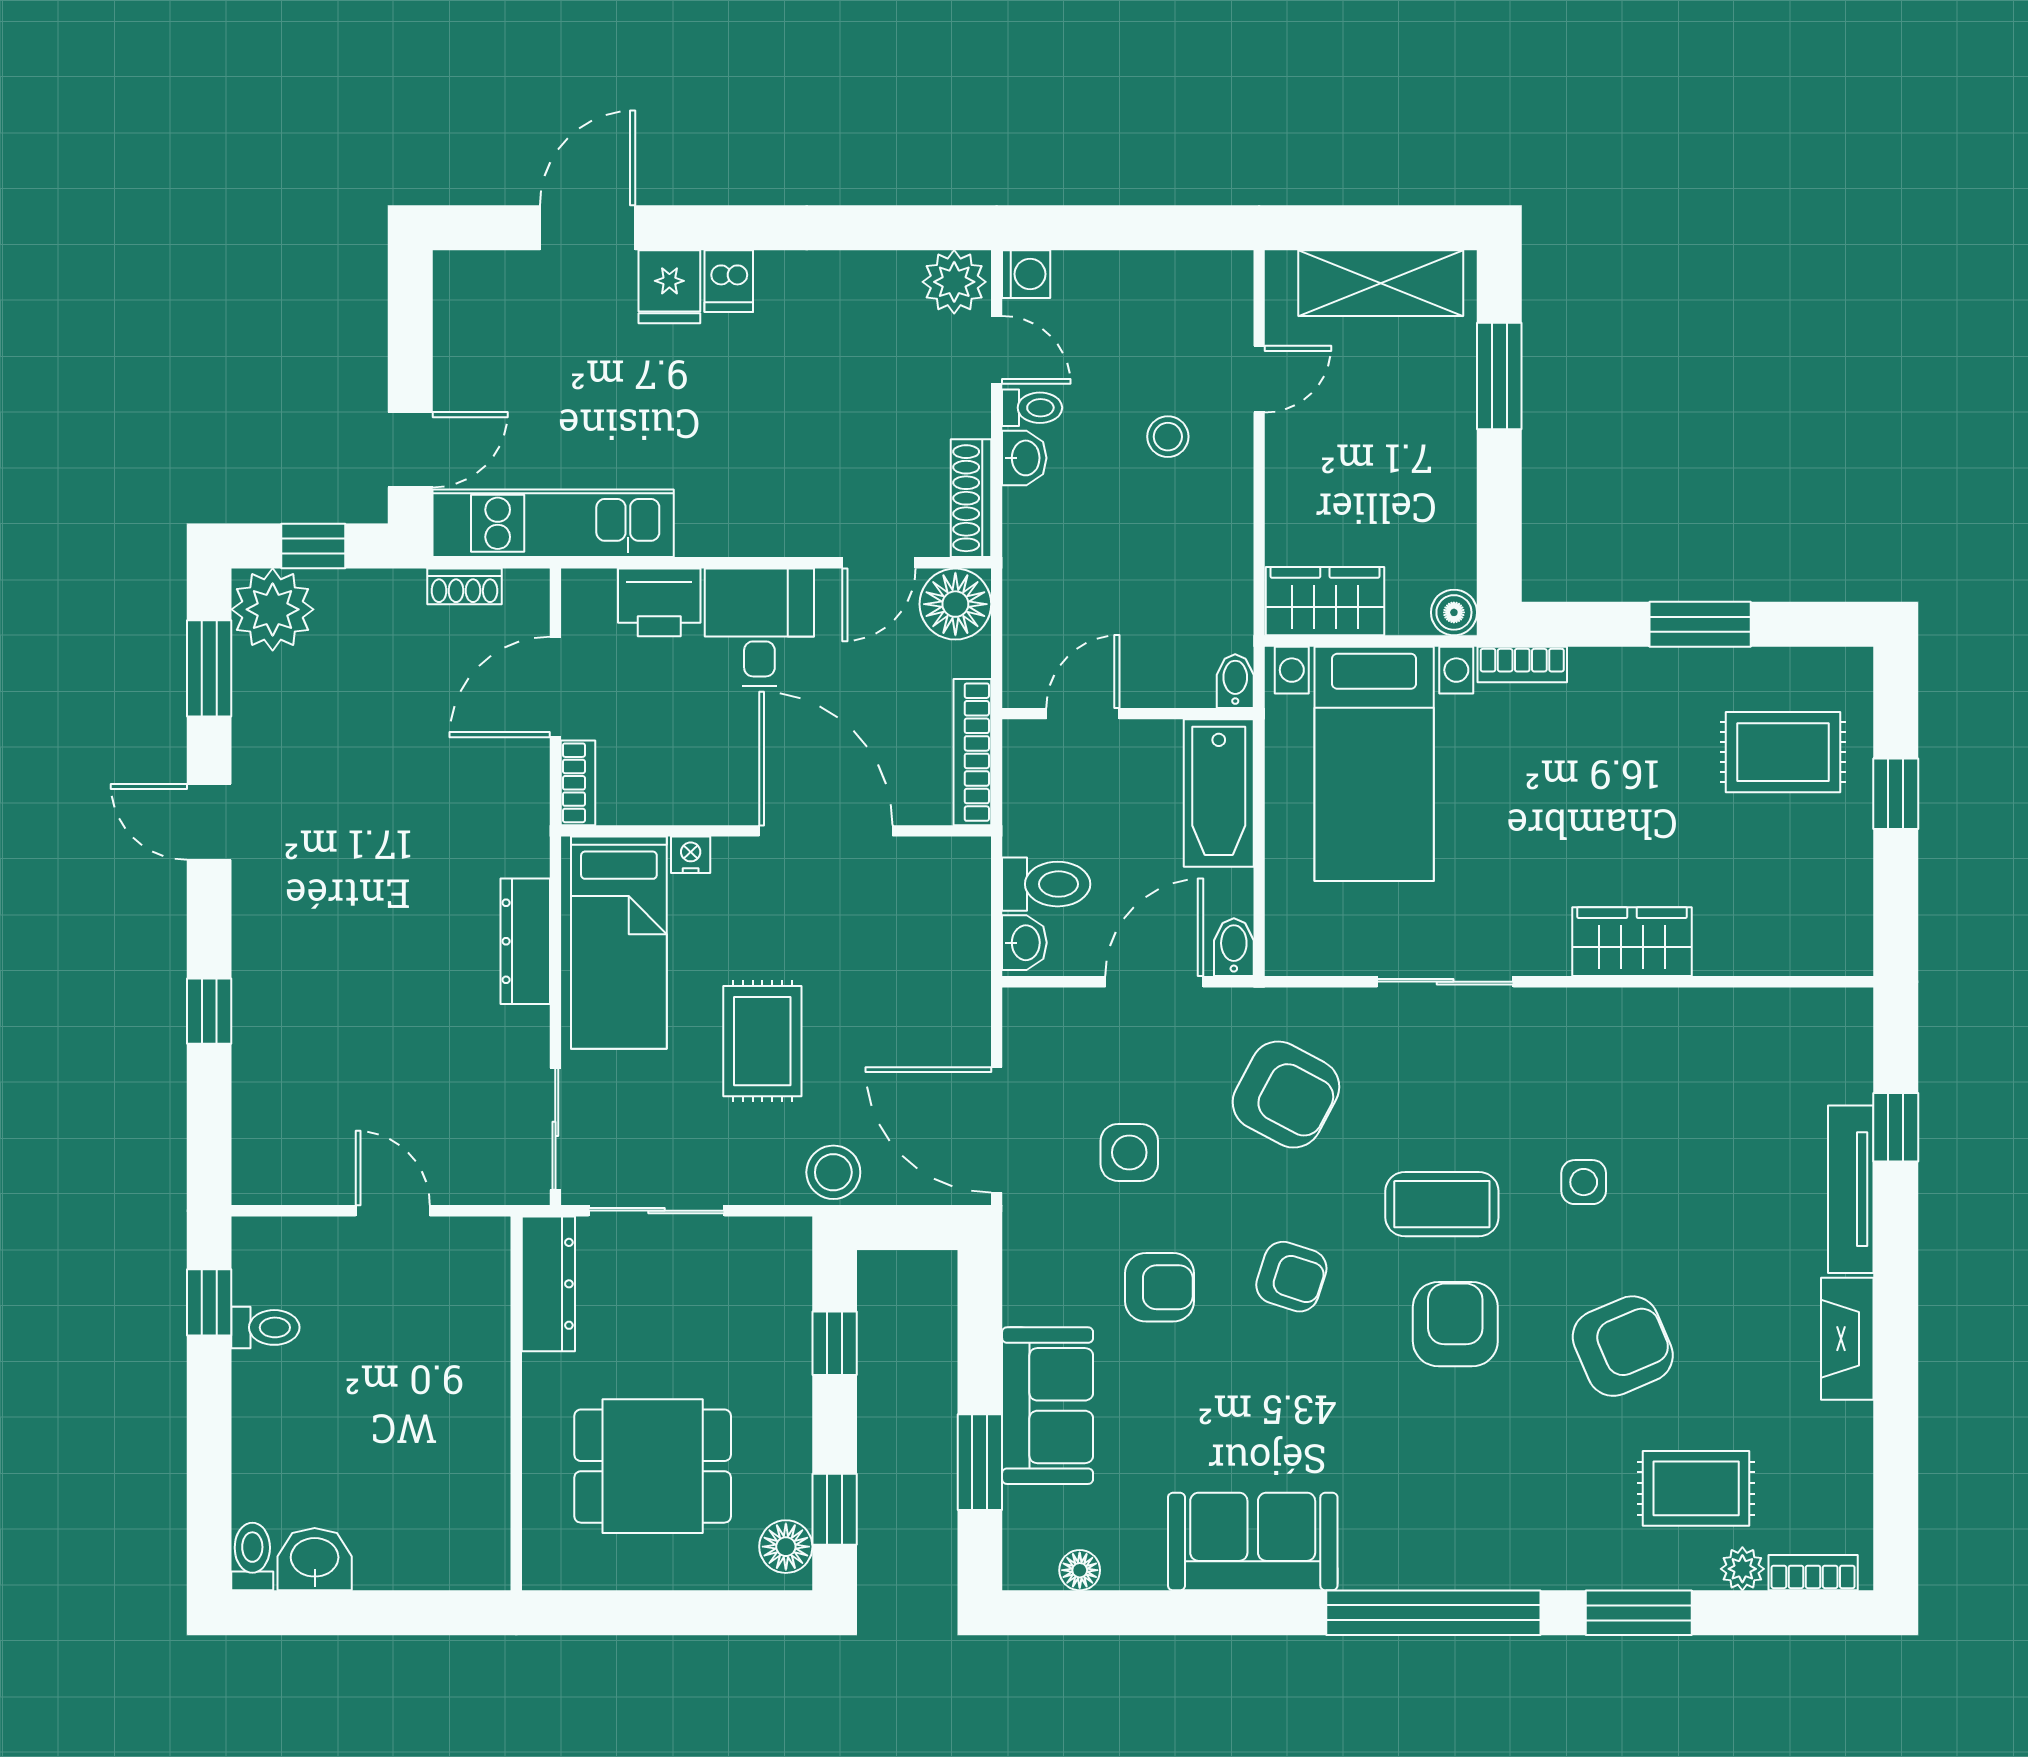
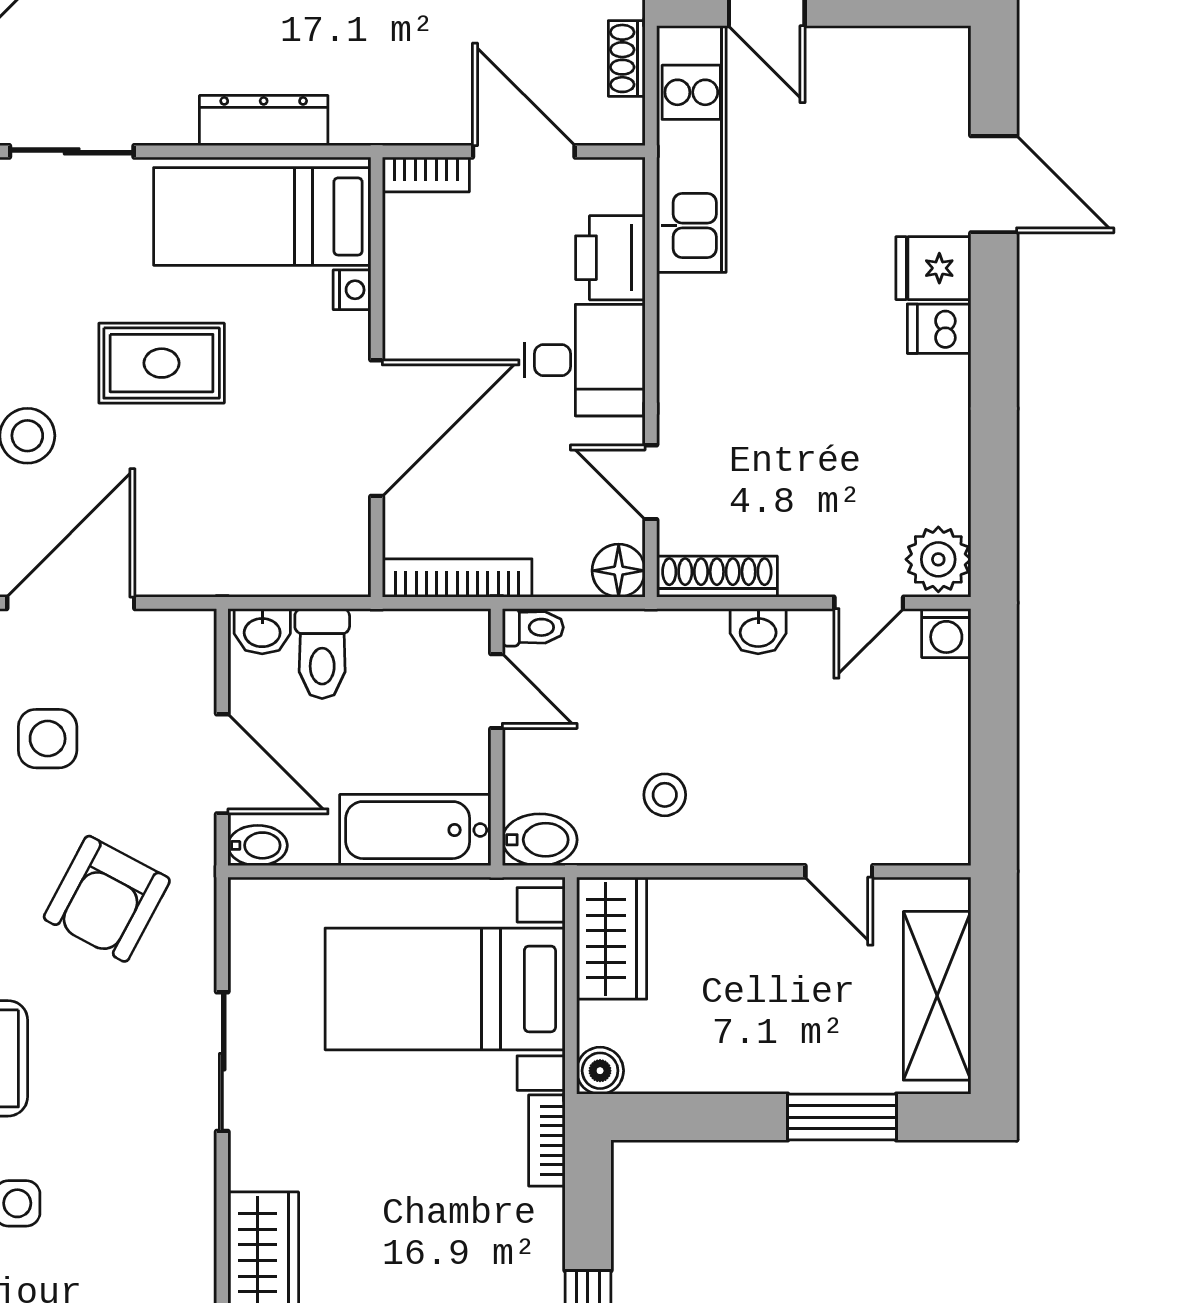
toilet: (1032, 408) -> (533, 627), moved, turned -90
stool: (1168, 437) -> (665, 795), moved
floor lamp: (955, 604) -> (619, 571), width x0.73, depth x0.73
bidet: (1235, 681) -> (540, 840), width x1.38, depth x1.36

